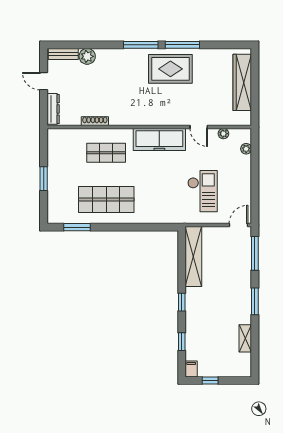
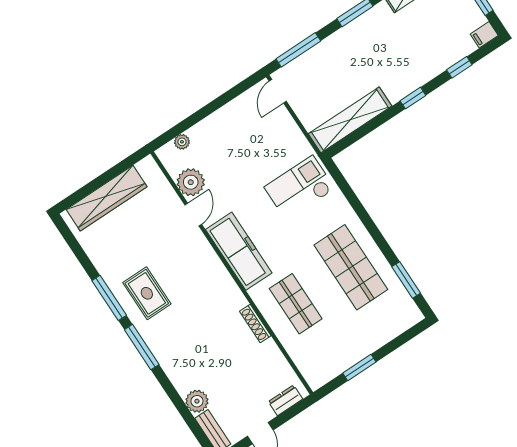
rug: (170, 69) -> (147, 293), width x0.73, depth x0.70
dresser: (53, 109) -> (285, 400), width x0.70
shoe rack: (95, 121) -> (255, 323), moved
plant: (223, 134) -> (191, 182), width x1.87, depth x1.87
window: (44, 179) -> (359, 367), moved
checkout: (202, 191) -> (300, 188), moved
door: (239, 225) -> (278, 91), hinge flipped

